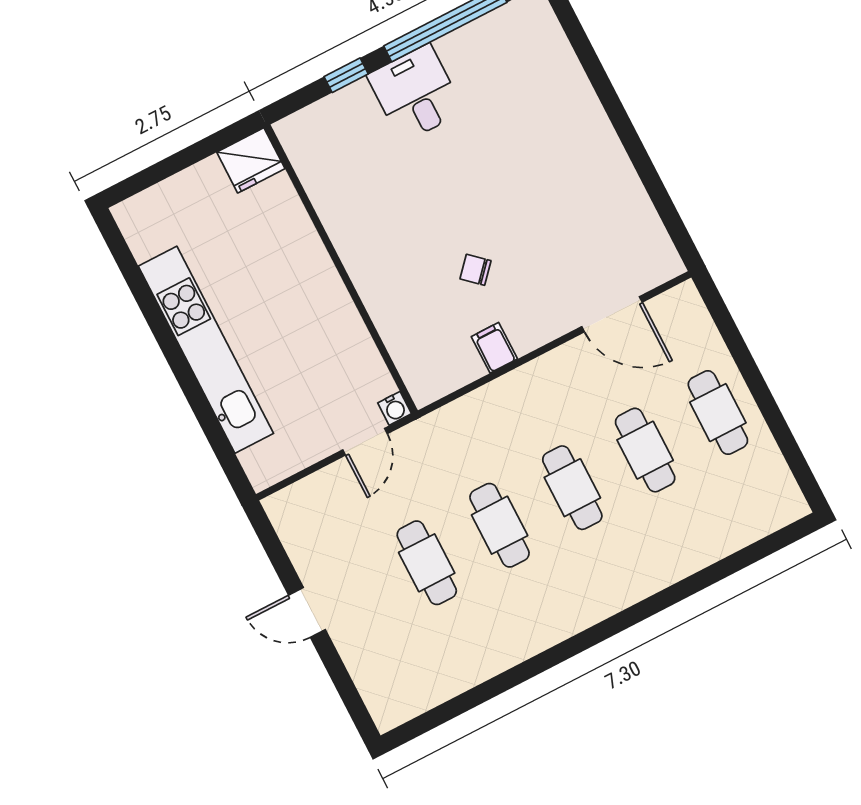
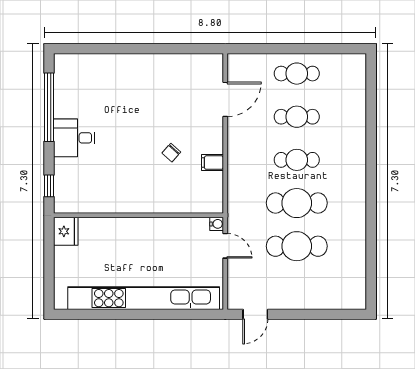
window: (346, 75) -> (49, 186), moved
kitchen unit: (206, 350) -> (144, 298), width x1.36
cafe table: (500, 525) -> (297, 203), width x1.37, depth x1.35
cafe table: (427, 563) -> (297, 246), width x1.37, depth x1.35
door: (307, 612) -> (255, 314), moved

